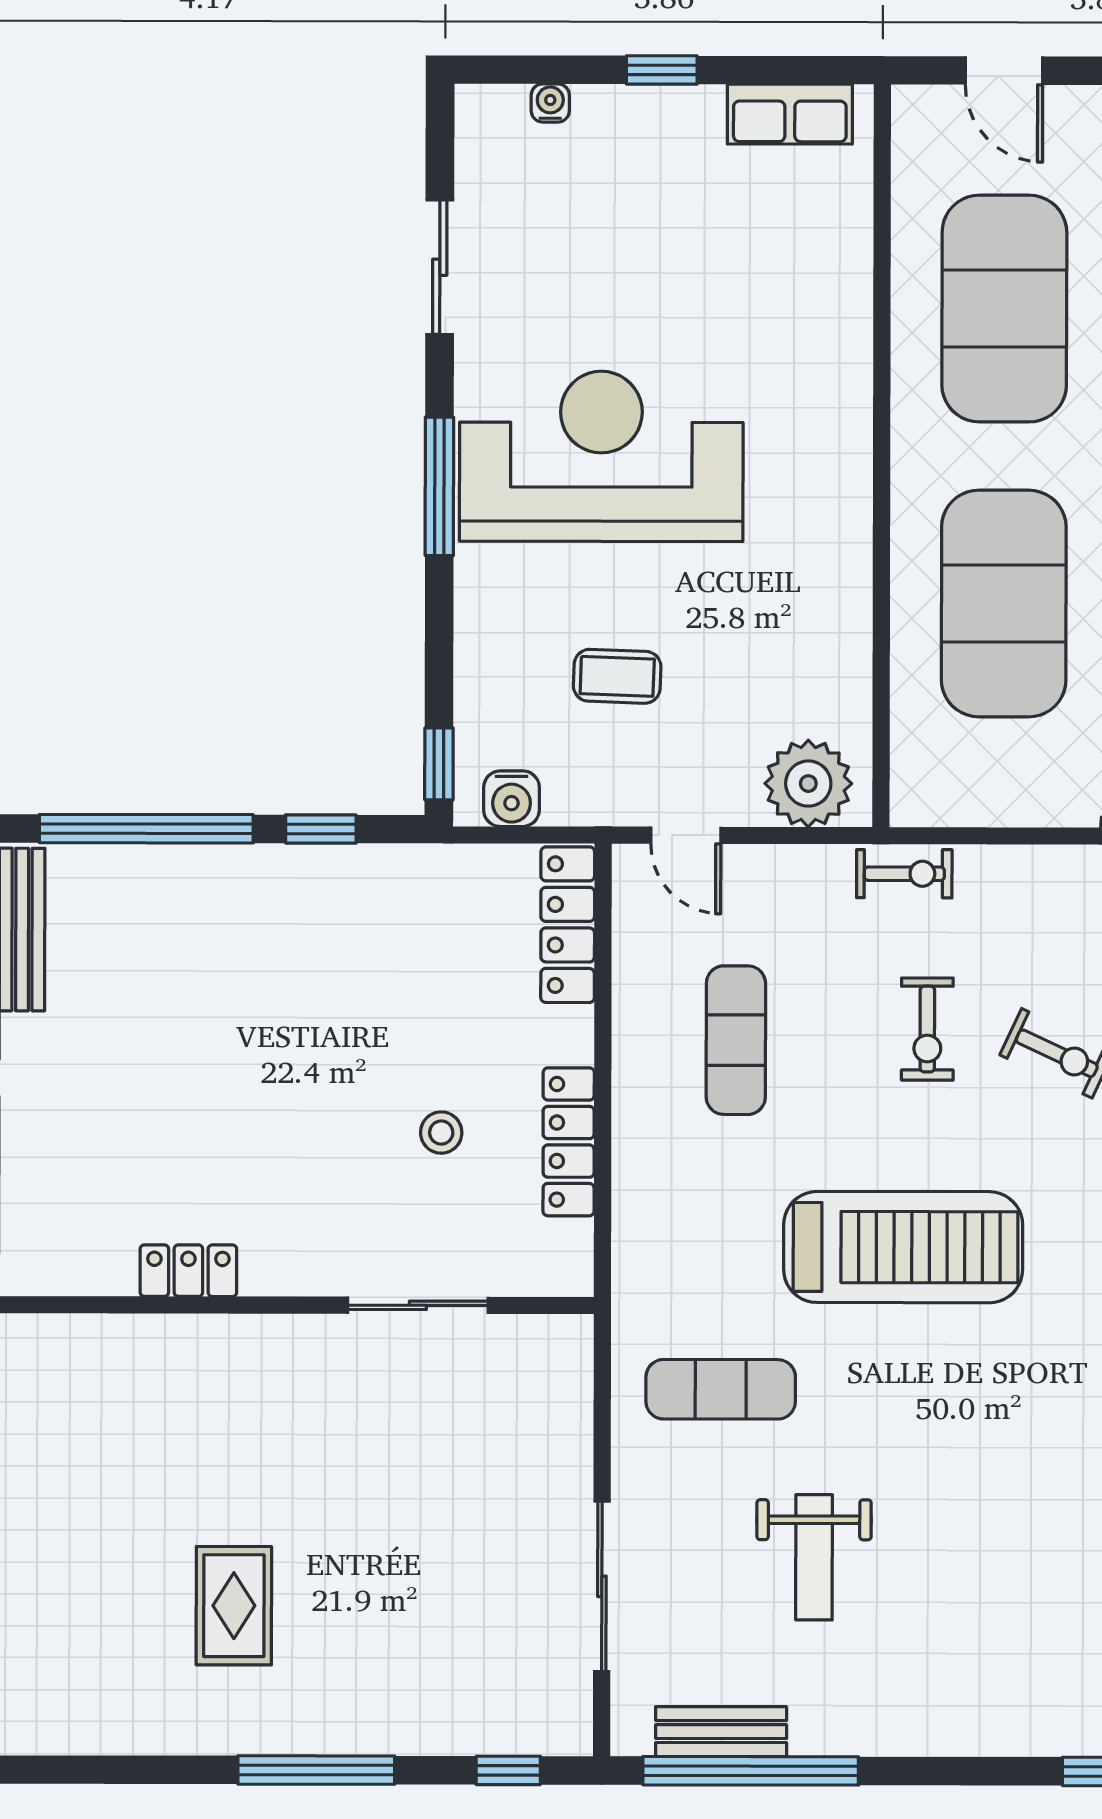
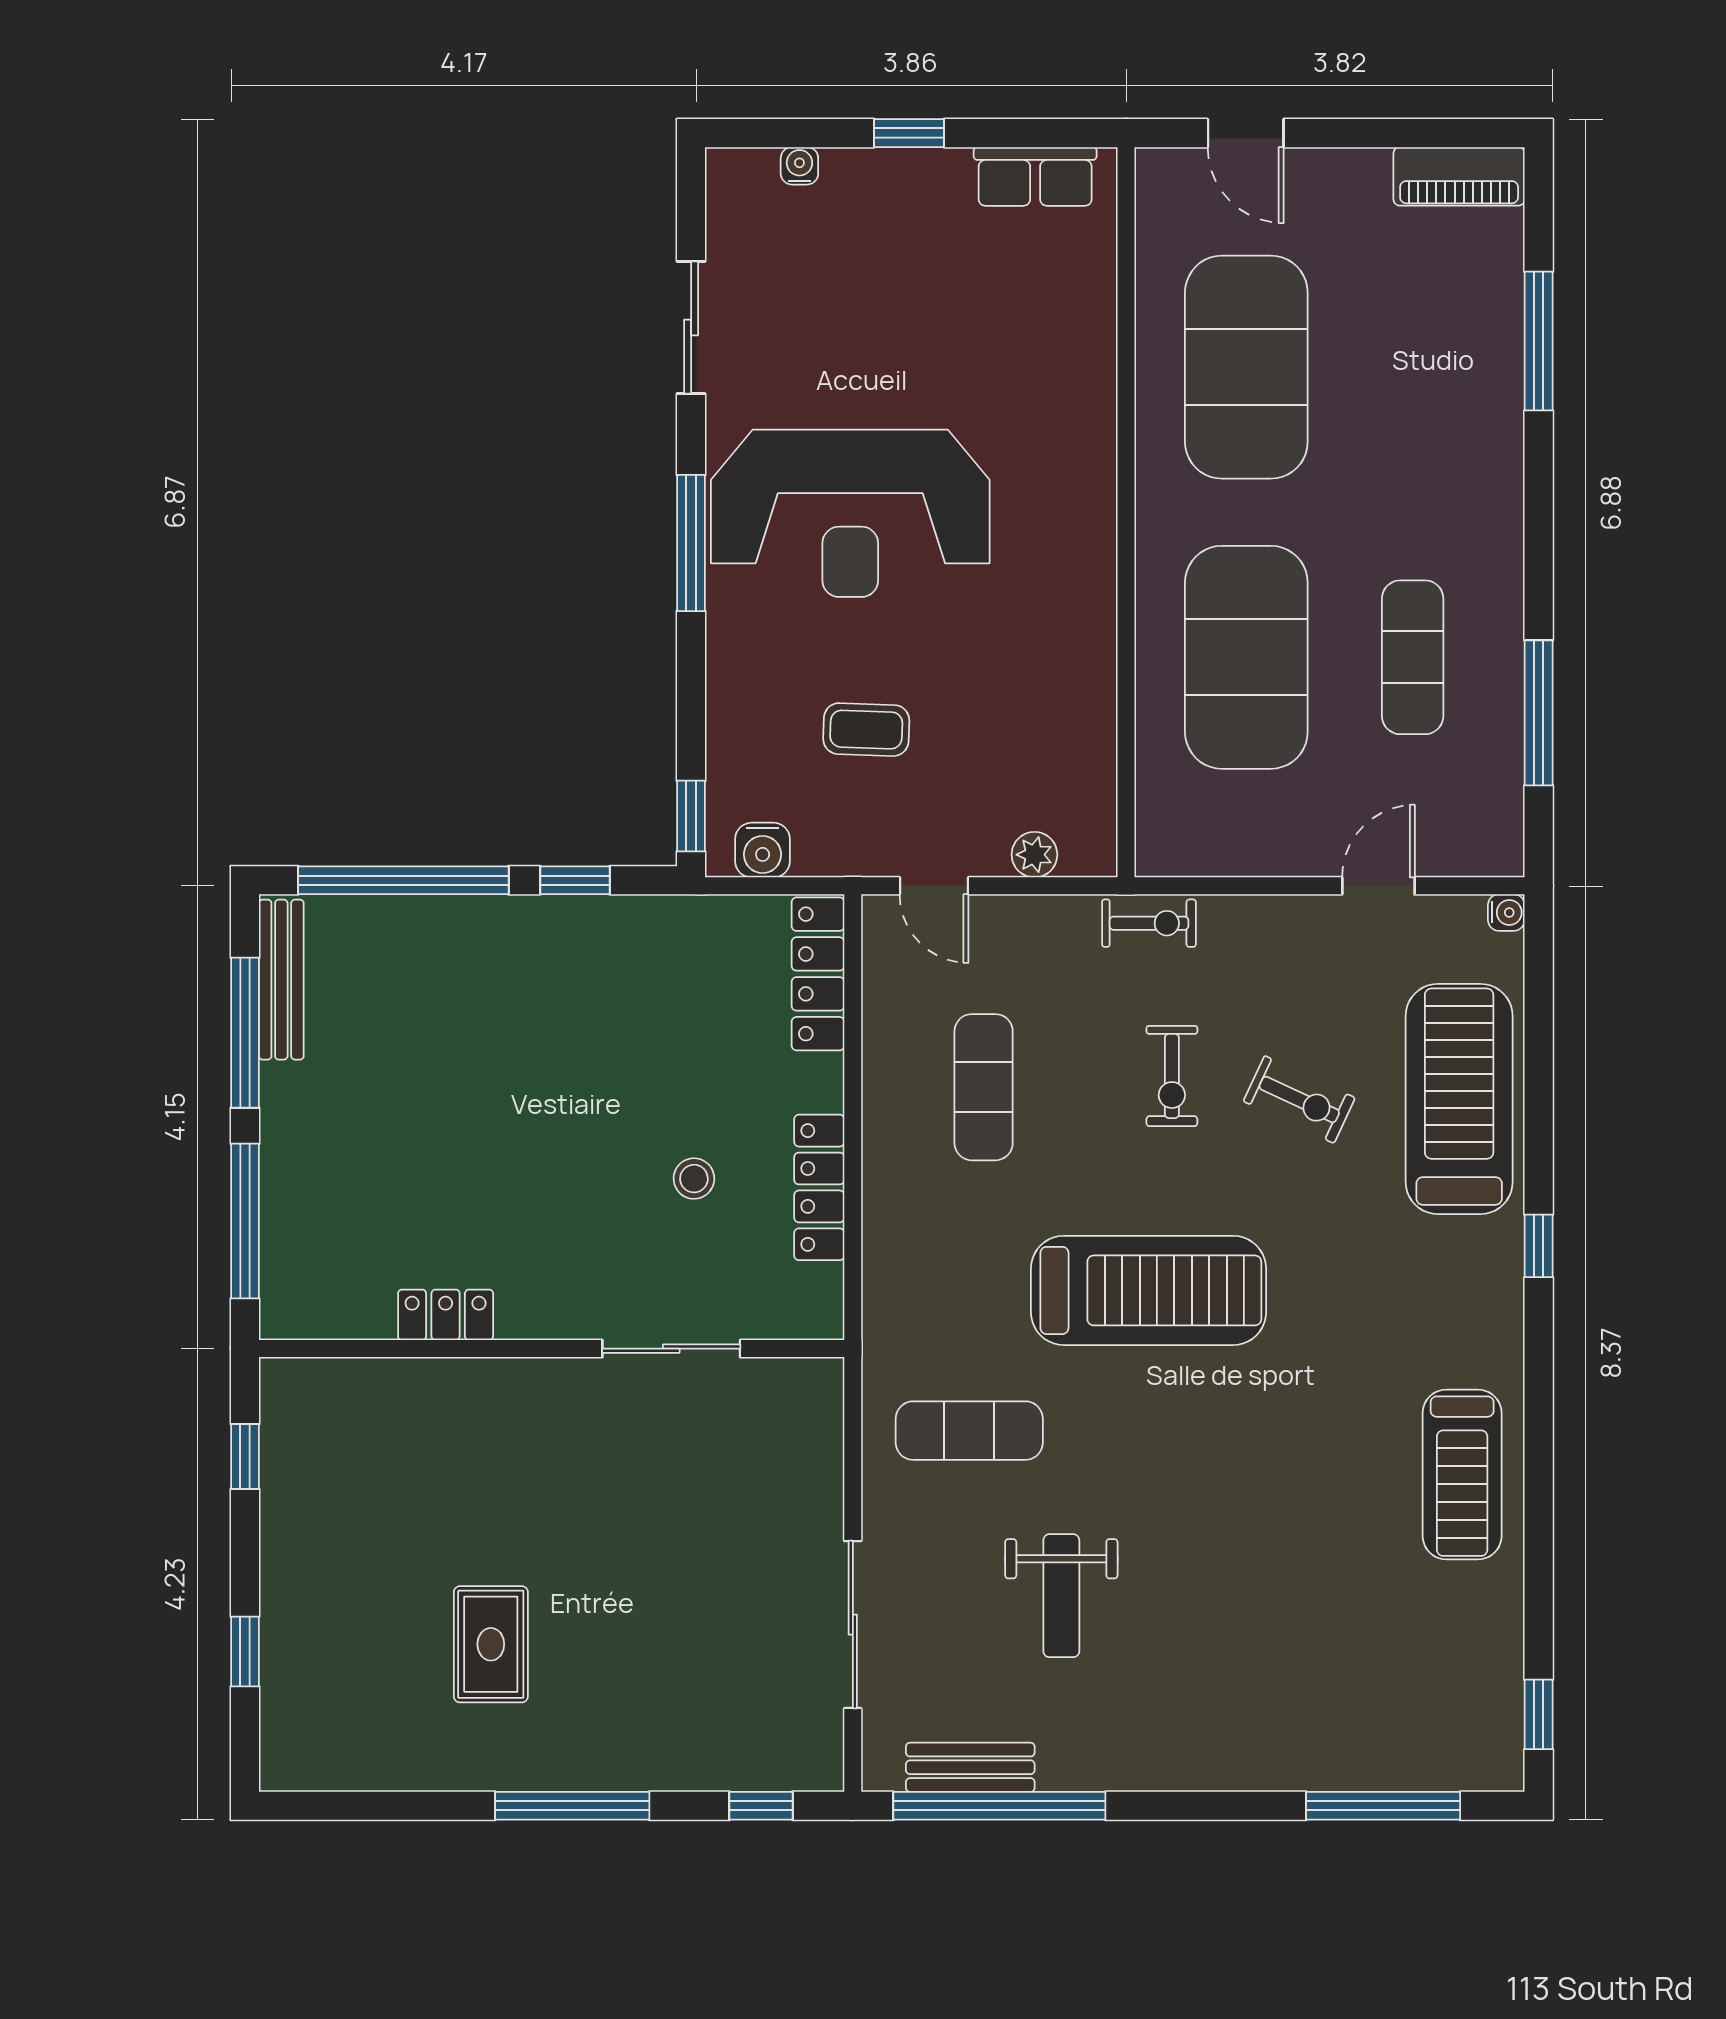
reception desk: (601, 456) -> (850, 513), turned 180
plant: (808, 784) -> (1034, 855), width x0.53, depth x0.53

